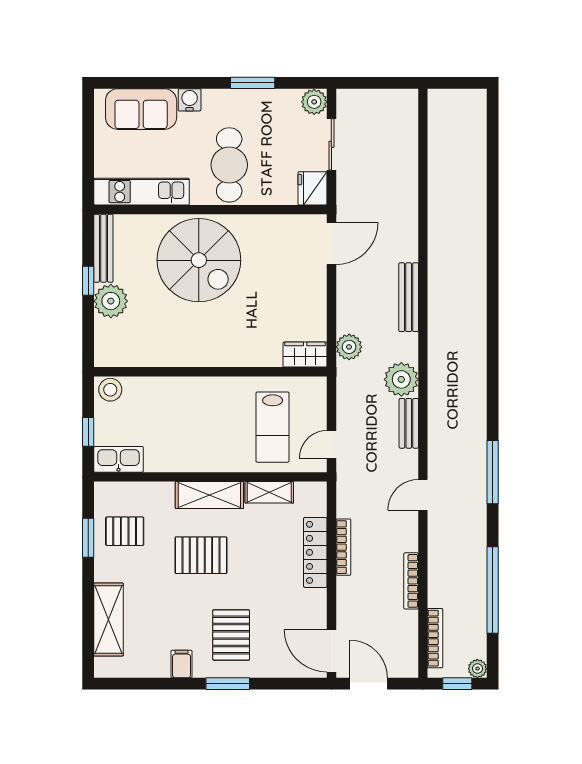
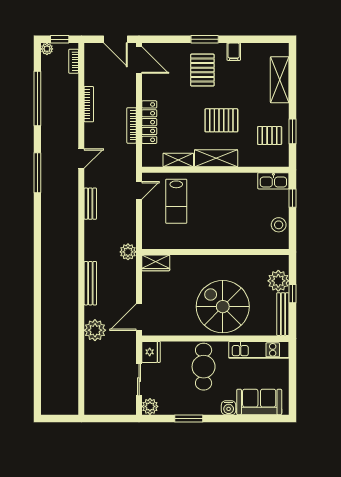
wardrobe: (305, 355) -> (156, 263), moved
wall: (210, 372) -> (215, 252), moved
plant: (401, 379) -> (95, 330), moved
lab bench: (273, 427) -> (176, 201), turned 180
bookcase: (435, 638) -> (74, 61), width x0.64

